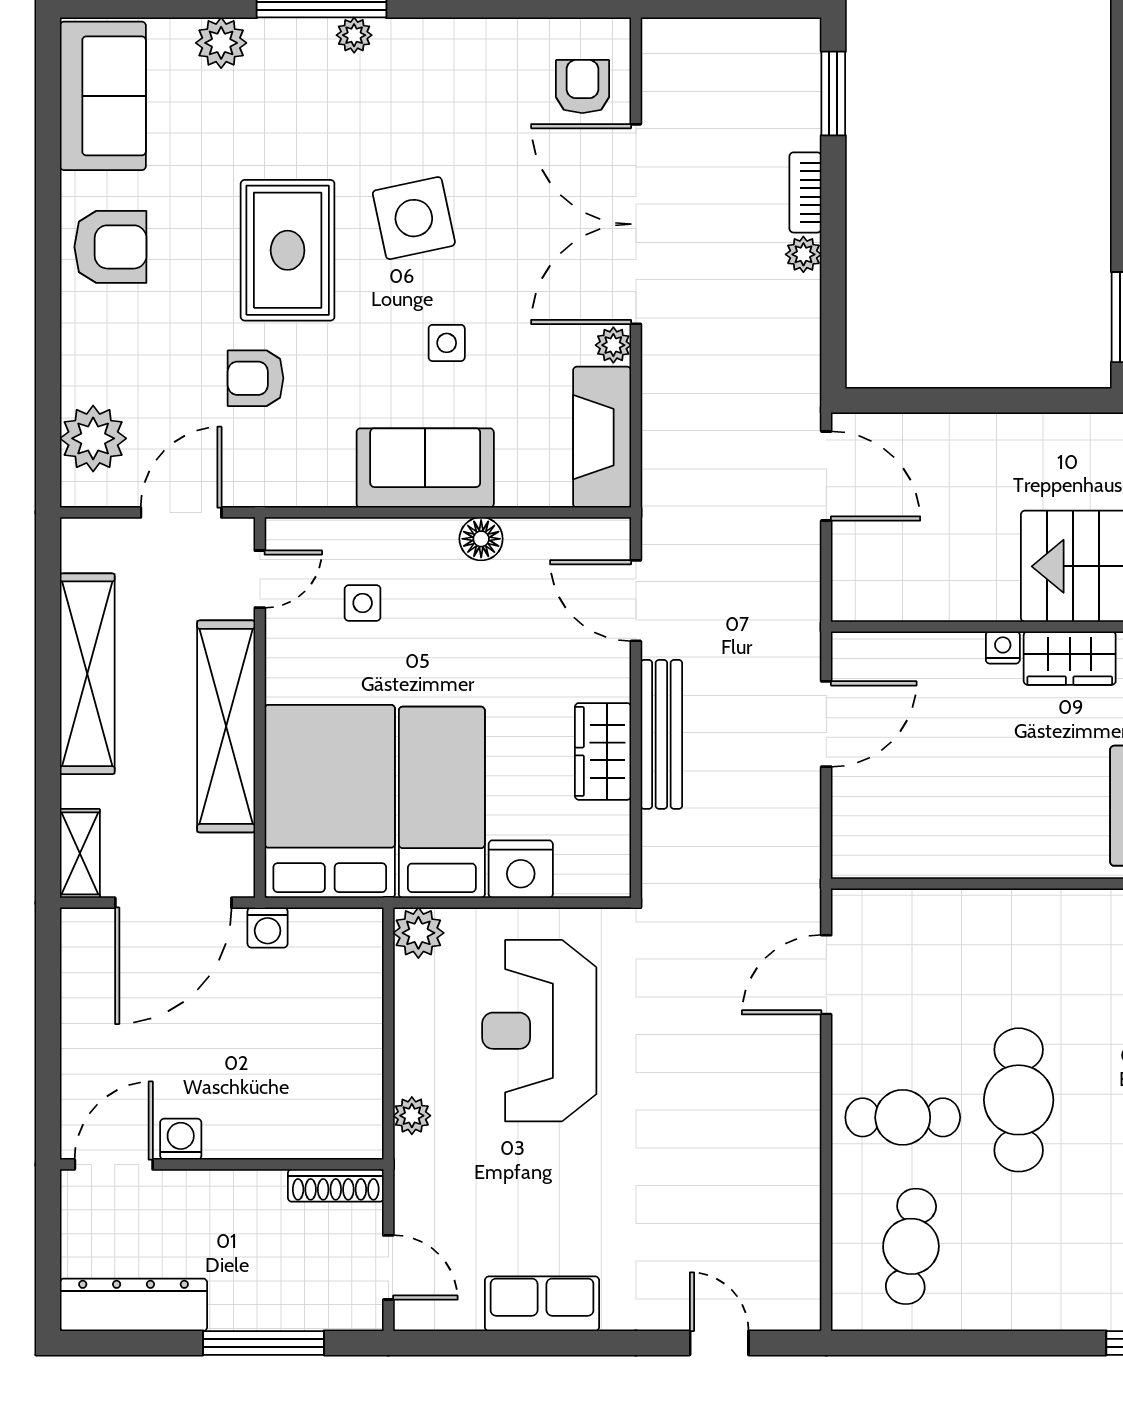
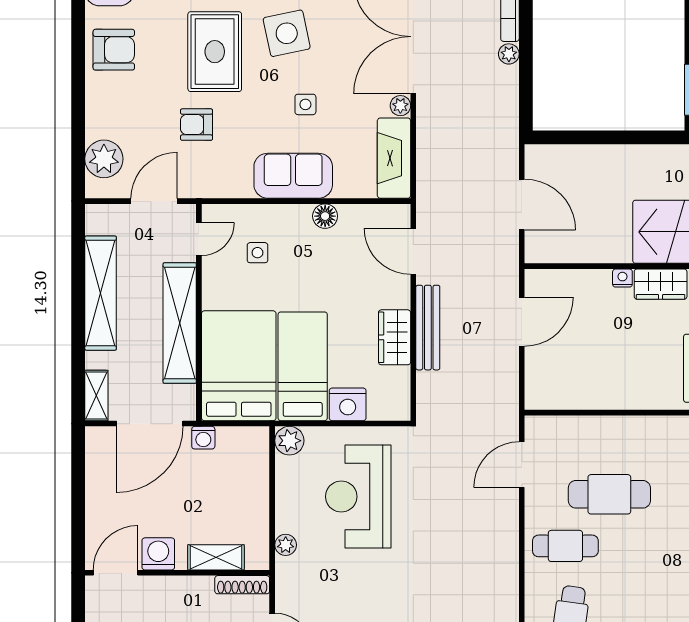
door: (826, 476) -> (522, 204), moved
cafe table: (1019, 1100) -> (609, 494), moved, turned 90
shelving: (290, 1137) -> (216, 557), added
washing machine: (181, 1139) -> (158, 554), width x1.38, depth x1.38

